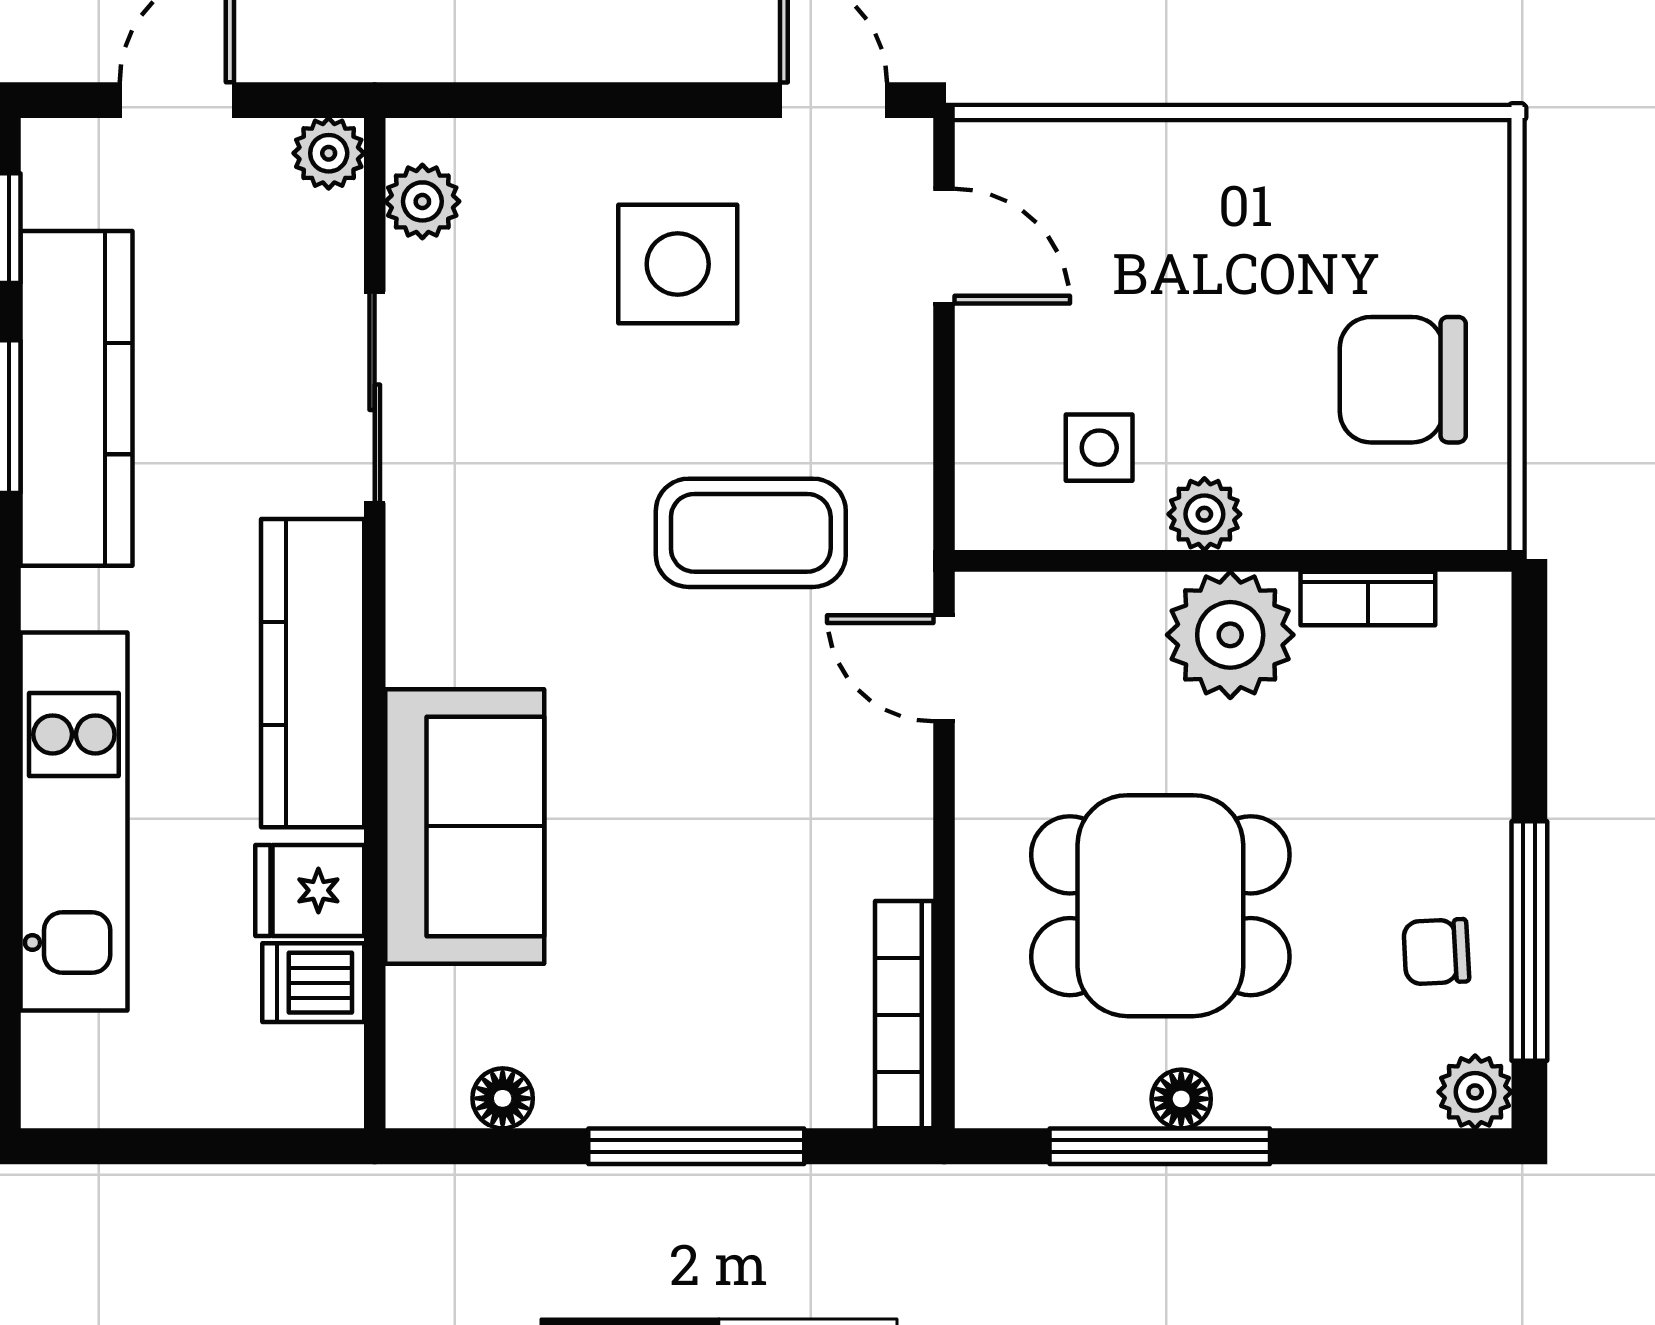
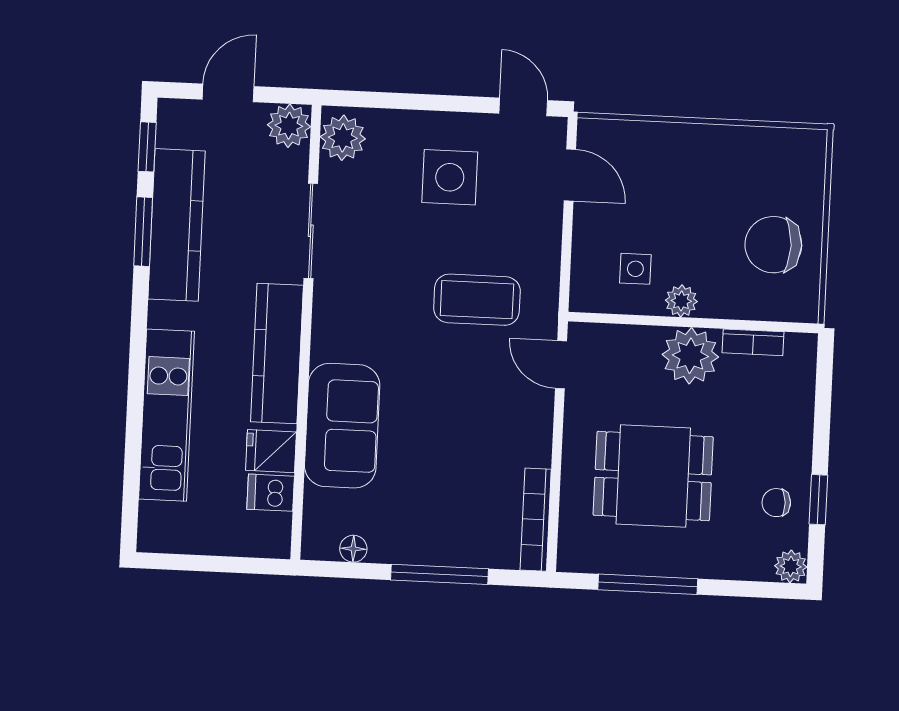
plant: (329, 153) -> (289, 126), width x1.38, depth x1.38
plant: (422, 201) -> (343, 138), width x1.38, depth x1.38
window: (1529, 941) -> (818, 500), width x0.46
floor lamp: (1181, 1099) -> (658, 563), removed

